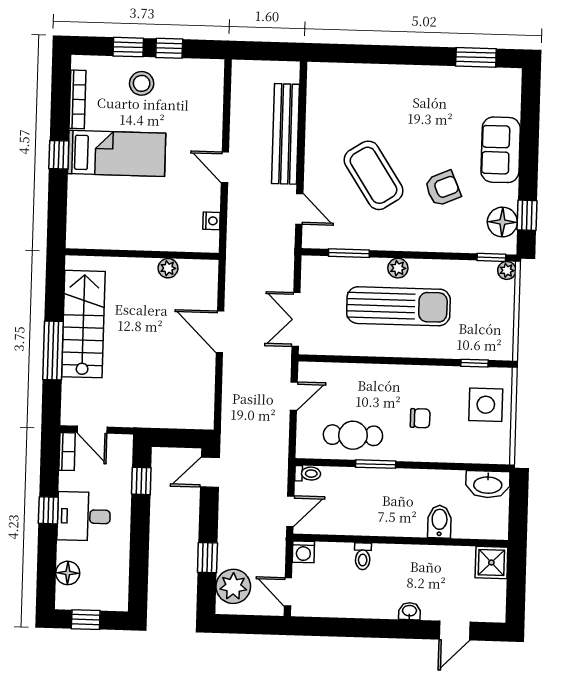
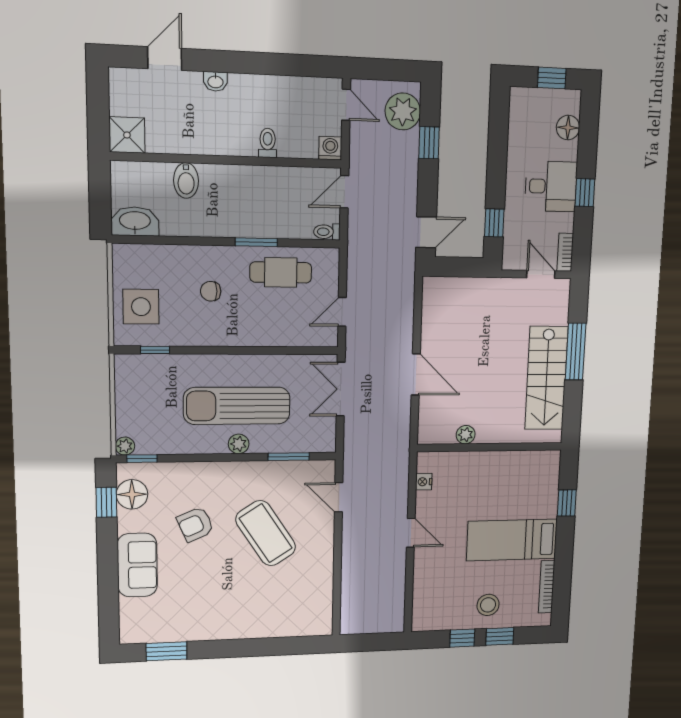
bench: (286, 134) -> (353, 567), removed
window: (59, 155) -> (567, 503), moved
double door: (296, 319) -> (341, 389), swing flipped

